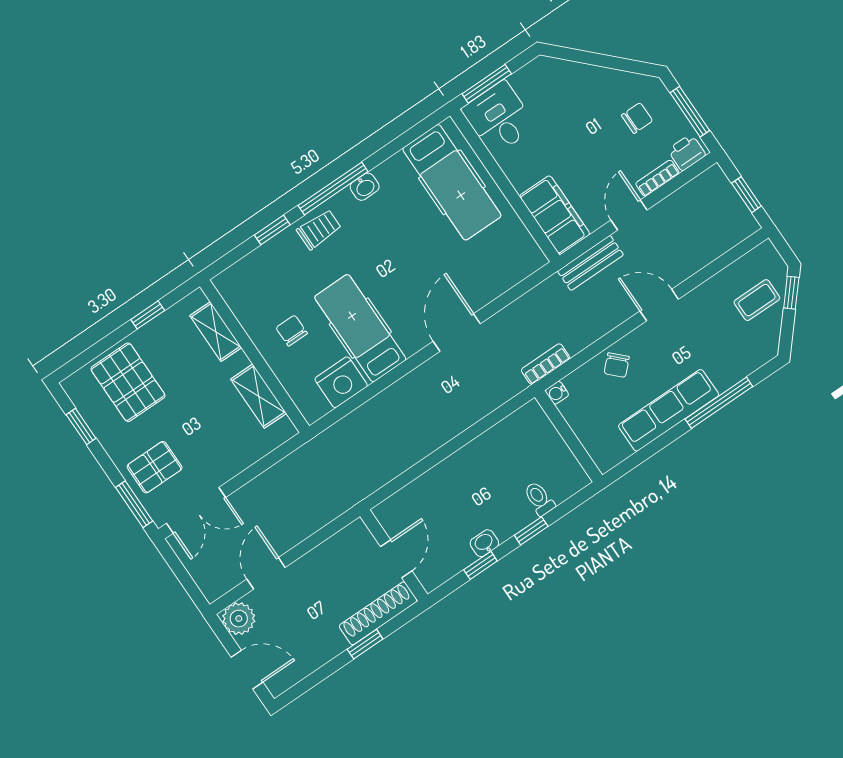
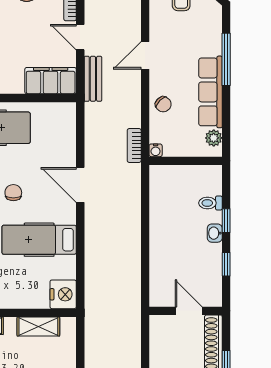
chair: (292, 331) -> (13, 193), moved, turned 90
nightstand: (341, 382) -> (63, 294), moved
plant: (618, 451) -> (214, 138), added
washbasin: (484, 543) -> (215, 233), moved

